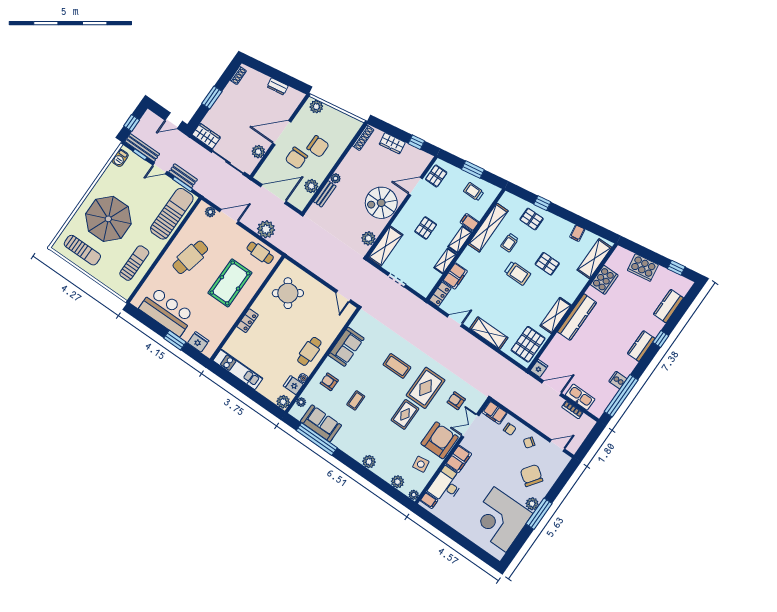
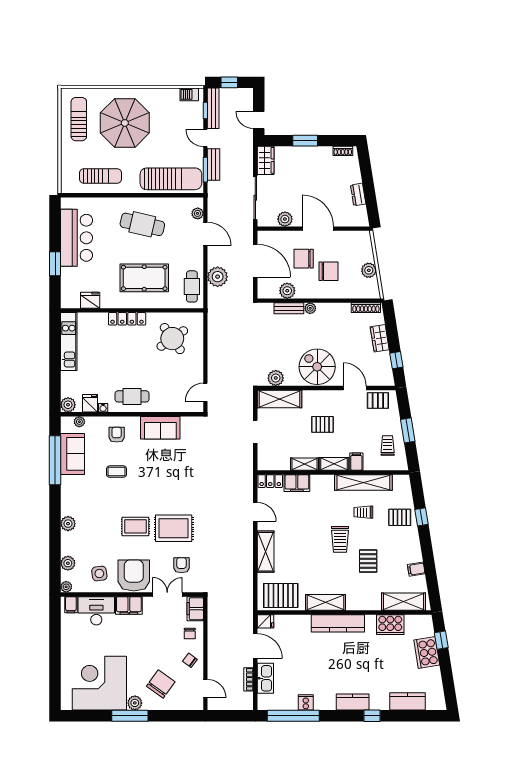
plant: (316, 107) -> (369, 270), moved
chair: (318, 146) -> (329, 271), turned -90
pallet: (532, 219) -> (400, 517), turned 90
sun lounger: (82, 250) -> (79, 119), turned 180
window: (676, 268) -> (441, 640), moved
locker: (248, 321) -> (127, 319), width x1.53
fridge: (198, 342) -> (90, 300), moved, turned -90
coffee table: (397, 366) -> (175, 487), removed
armchair: (440, 440) -> (134, 575), turned -90

